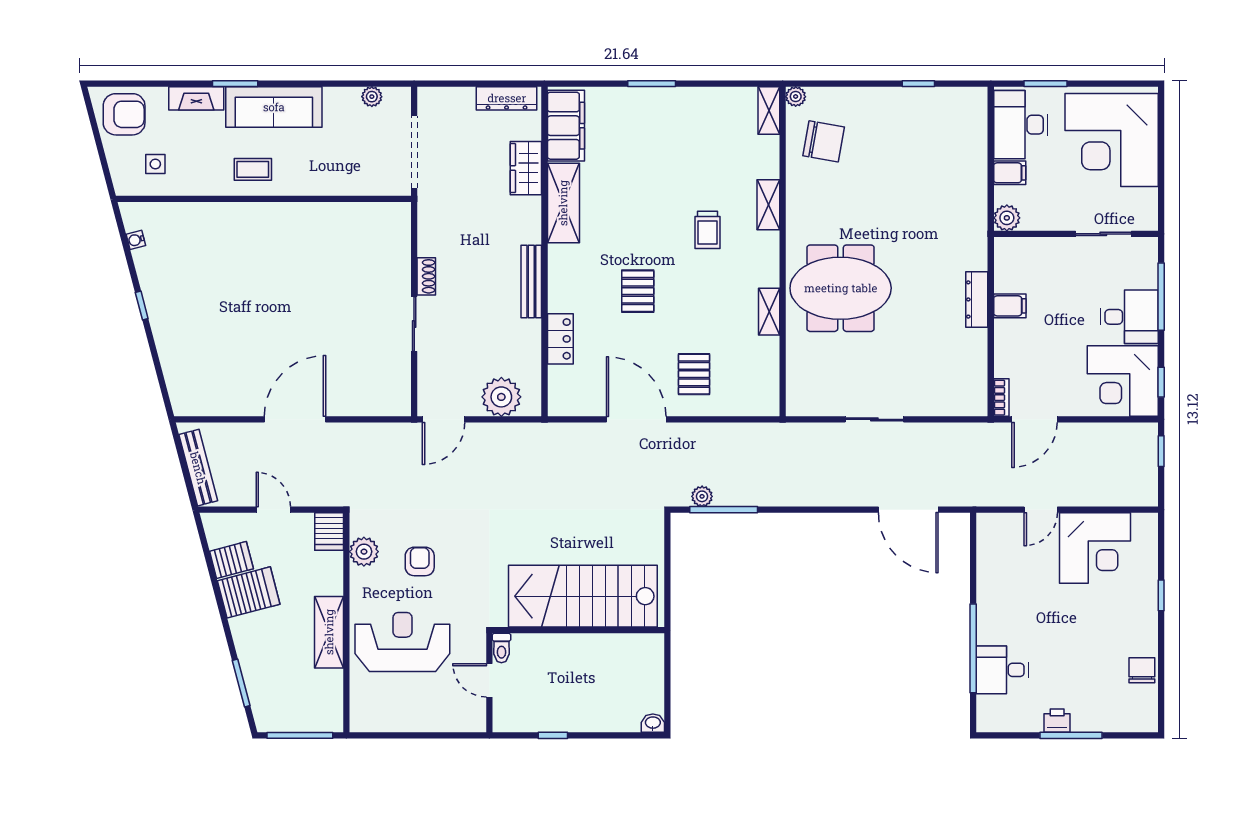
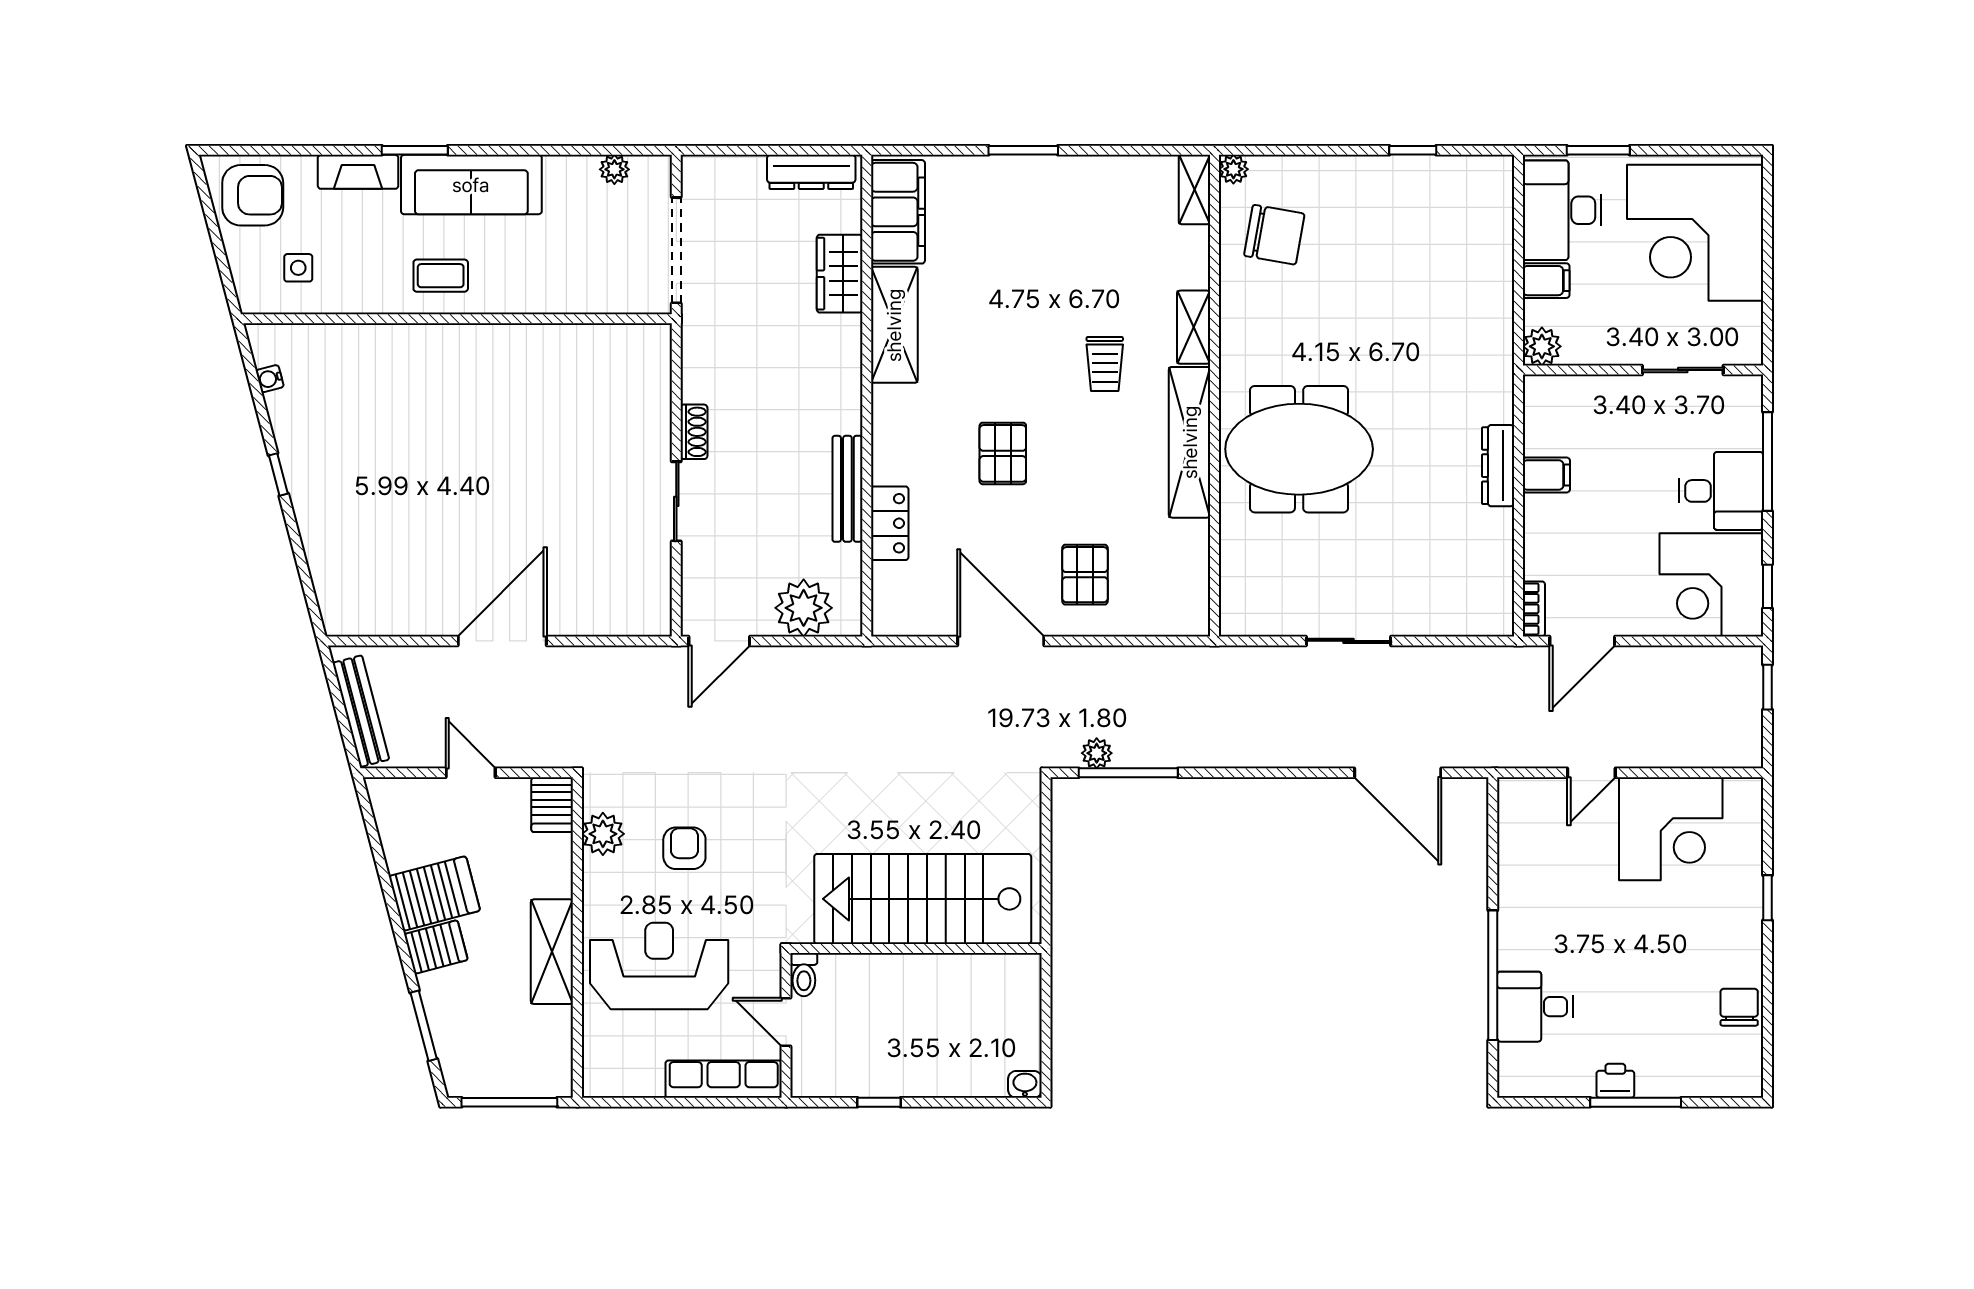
bench: (531, 281) -> (847, 489), moved
shelving: (769, 312) -> (1190, 442), width x2.20, depth x1.33
server rack: (231, 560) -> (436, 947), moved
row of seats: (447, 720) -> (724, 1079), added

